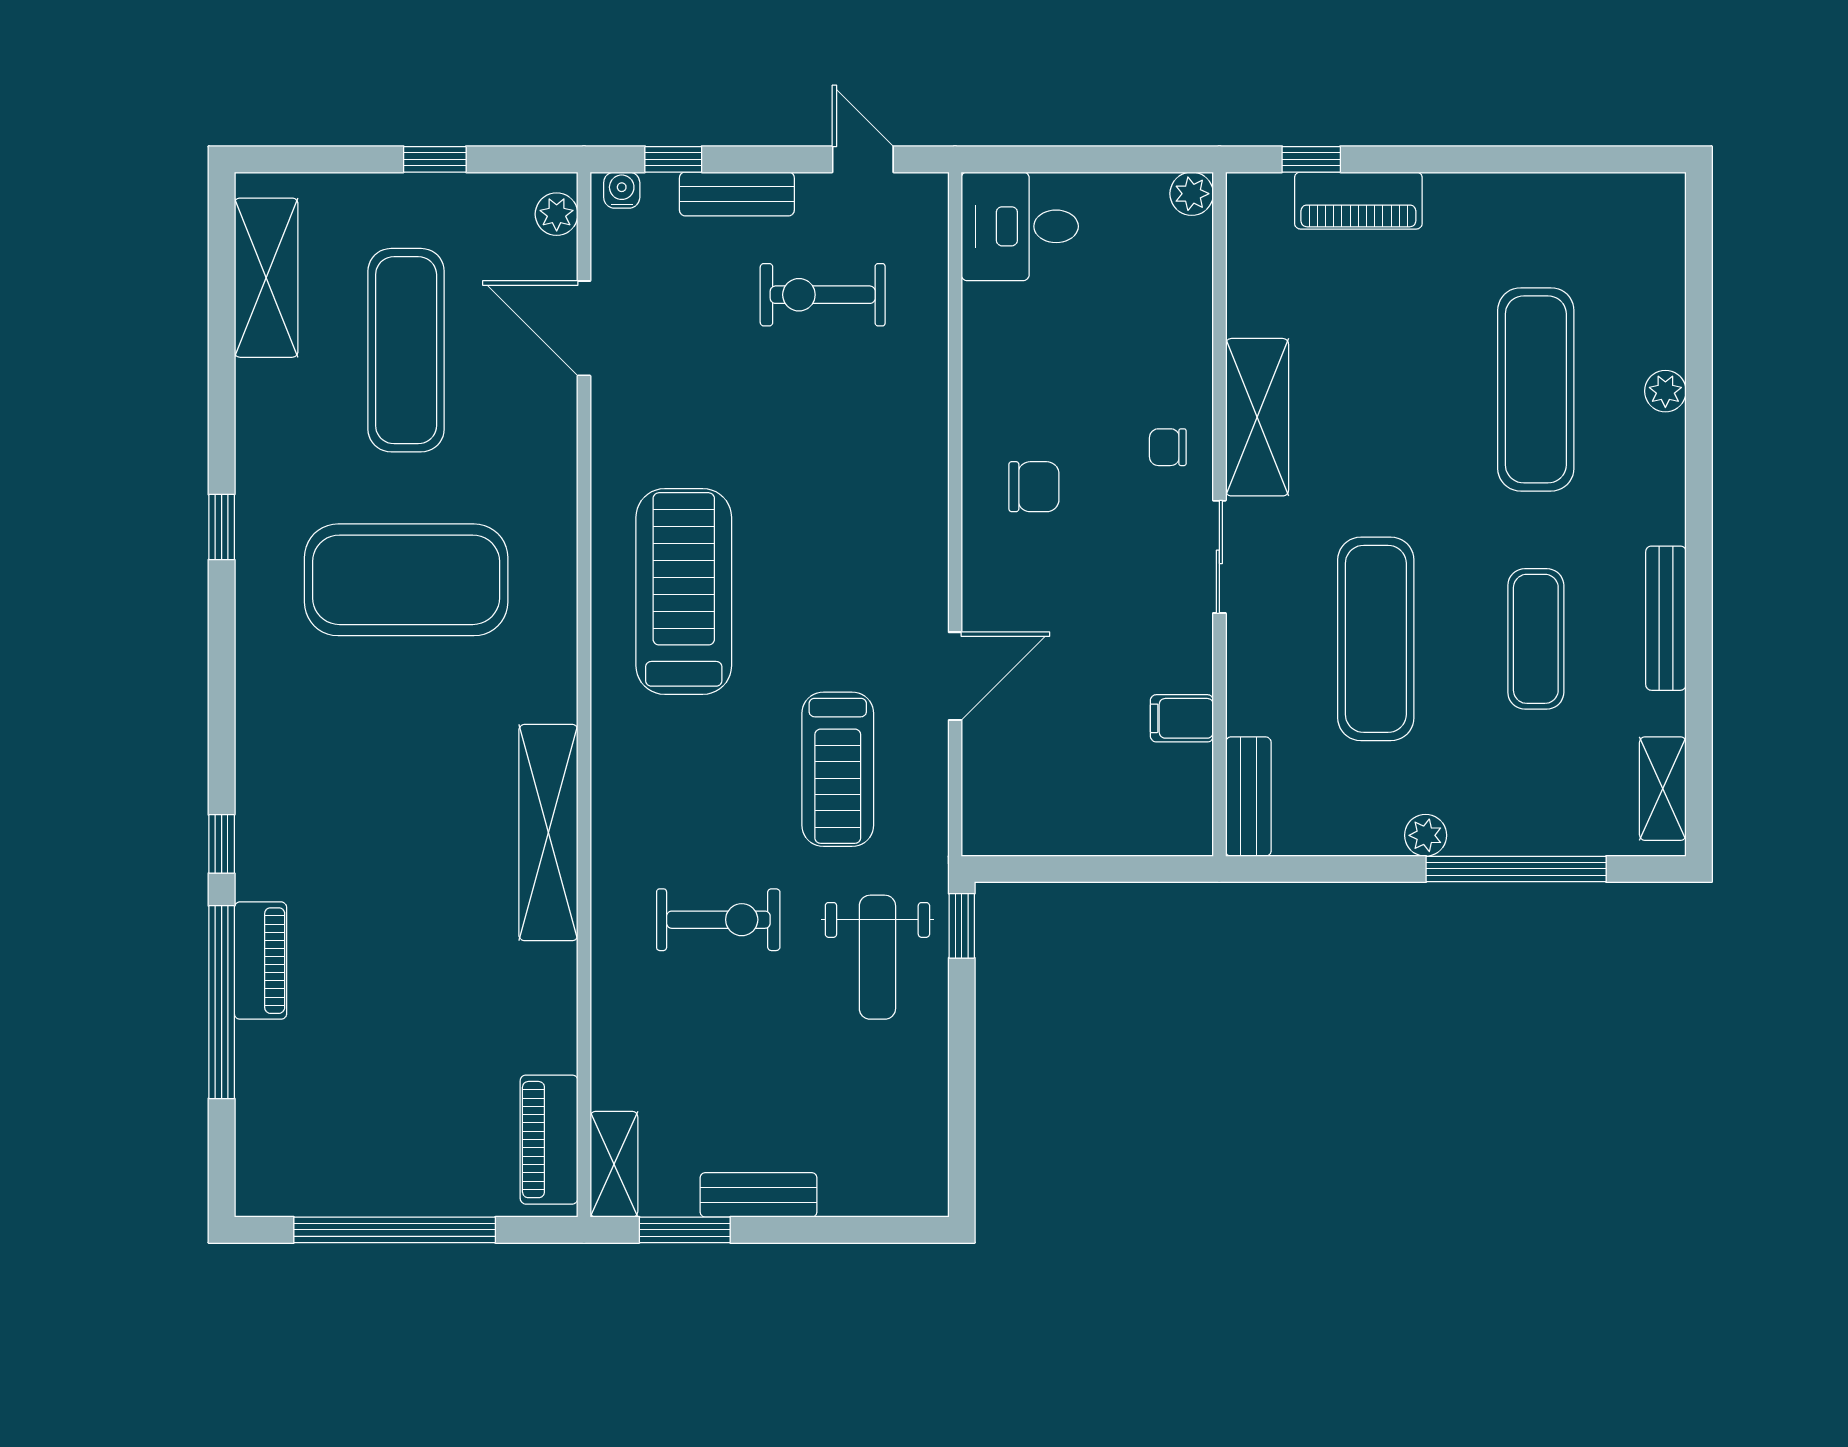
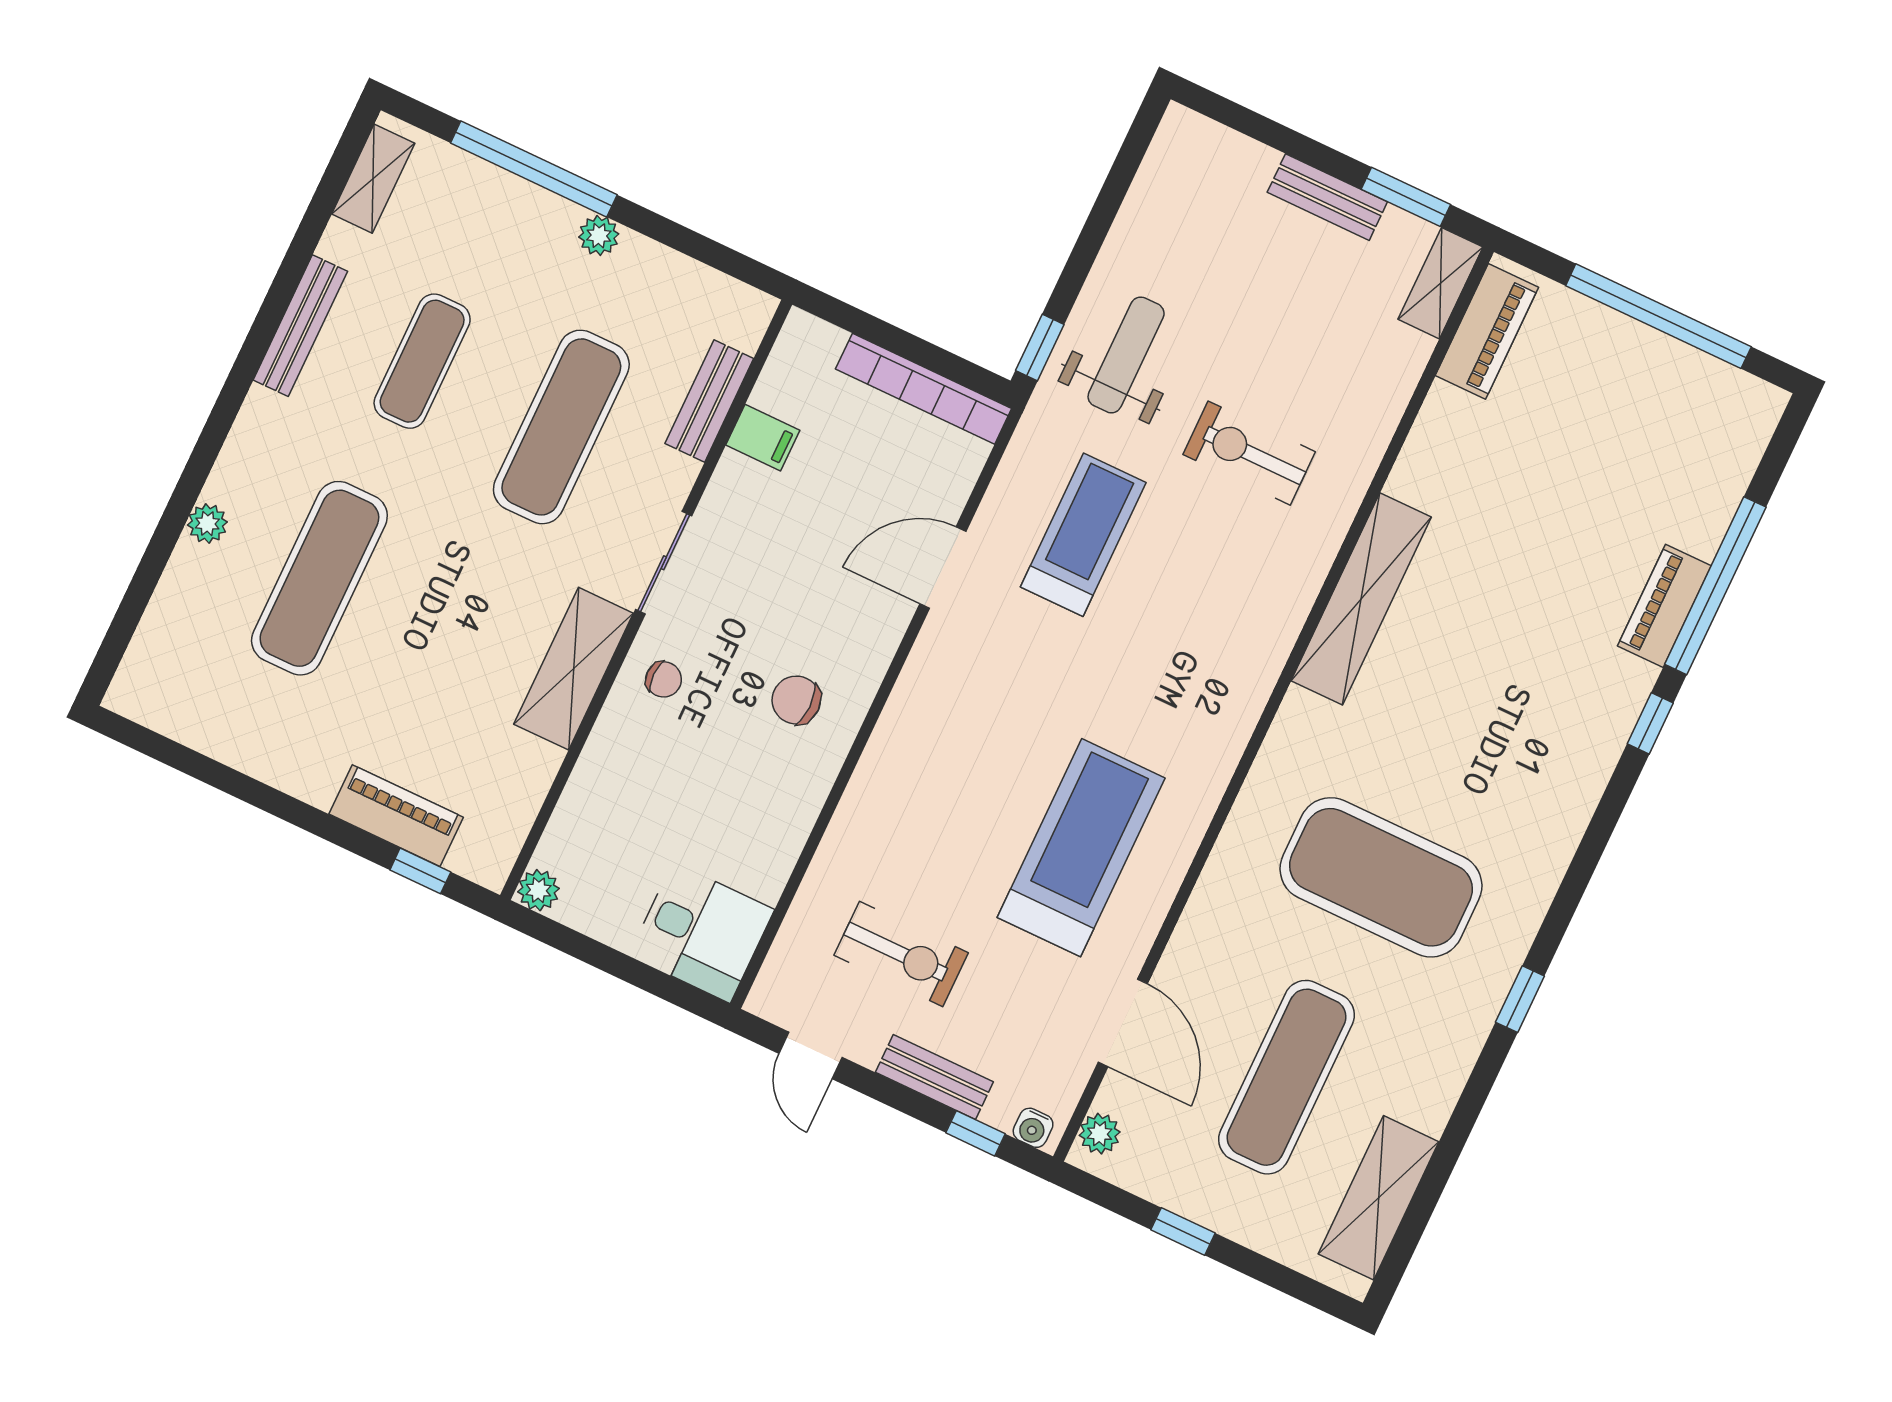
treadmill: (684, 591) -> (1081, 848), moved, turned 180
bench: (1248, 797) -> (709, 401), moved
bookcase: (1053, 836) -> (924, 389), added

